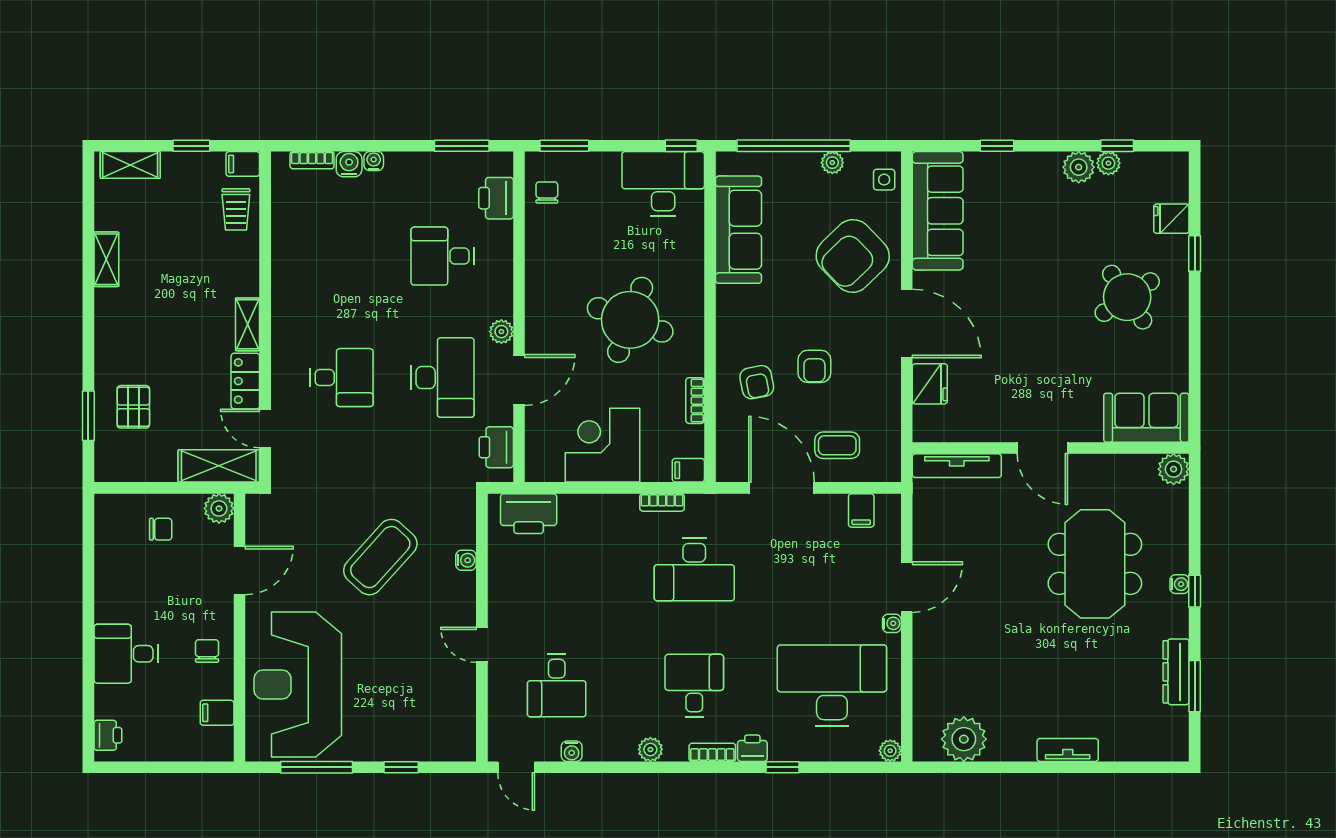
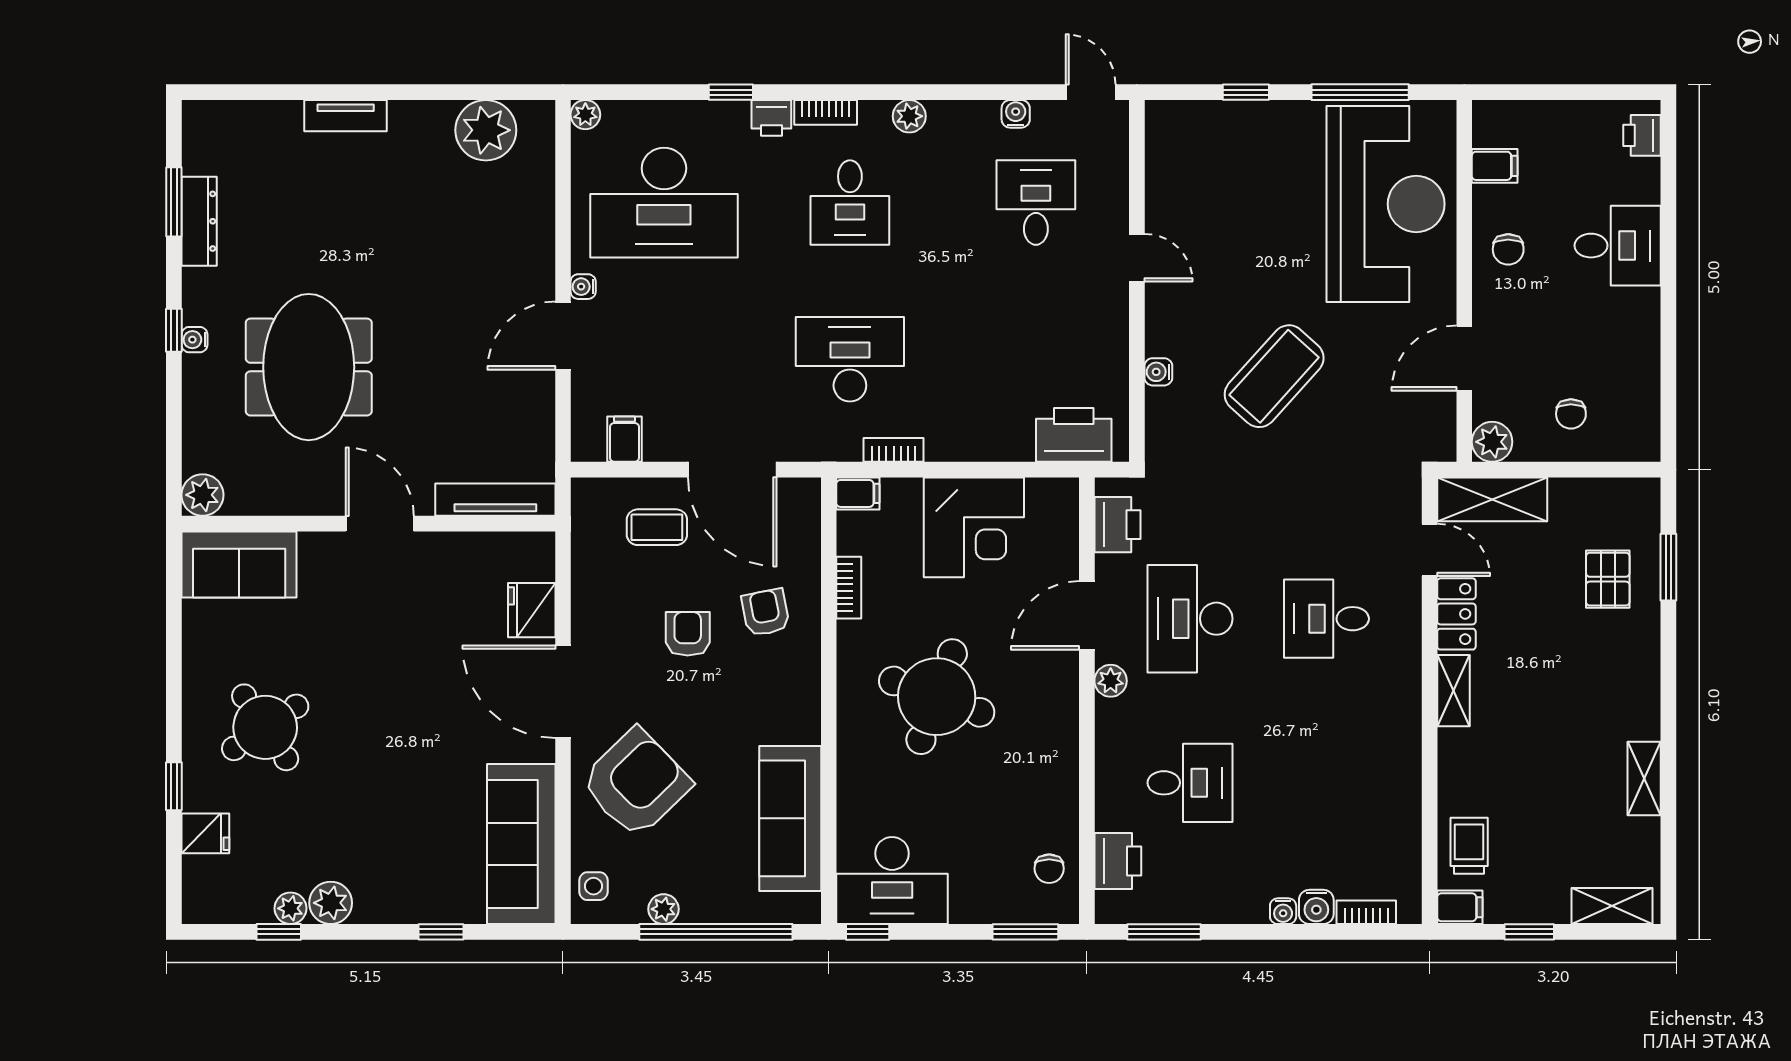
chair: (161, 529) -> (1571, 414), turned -90

